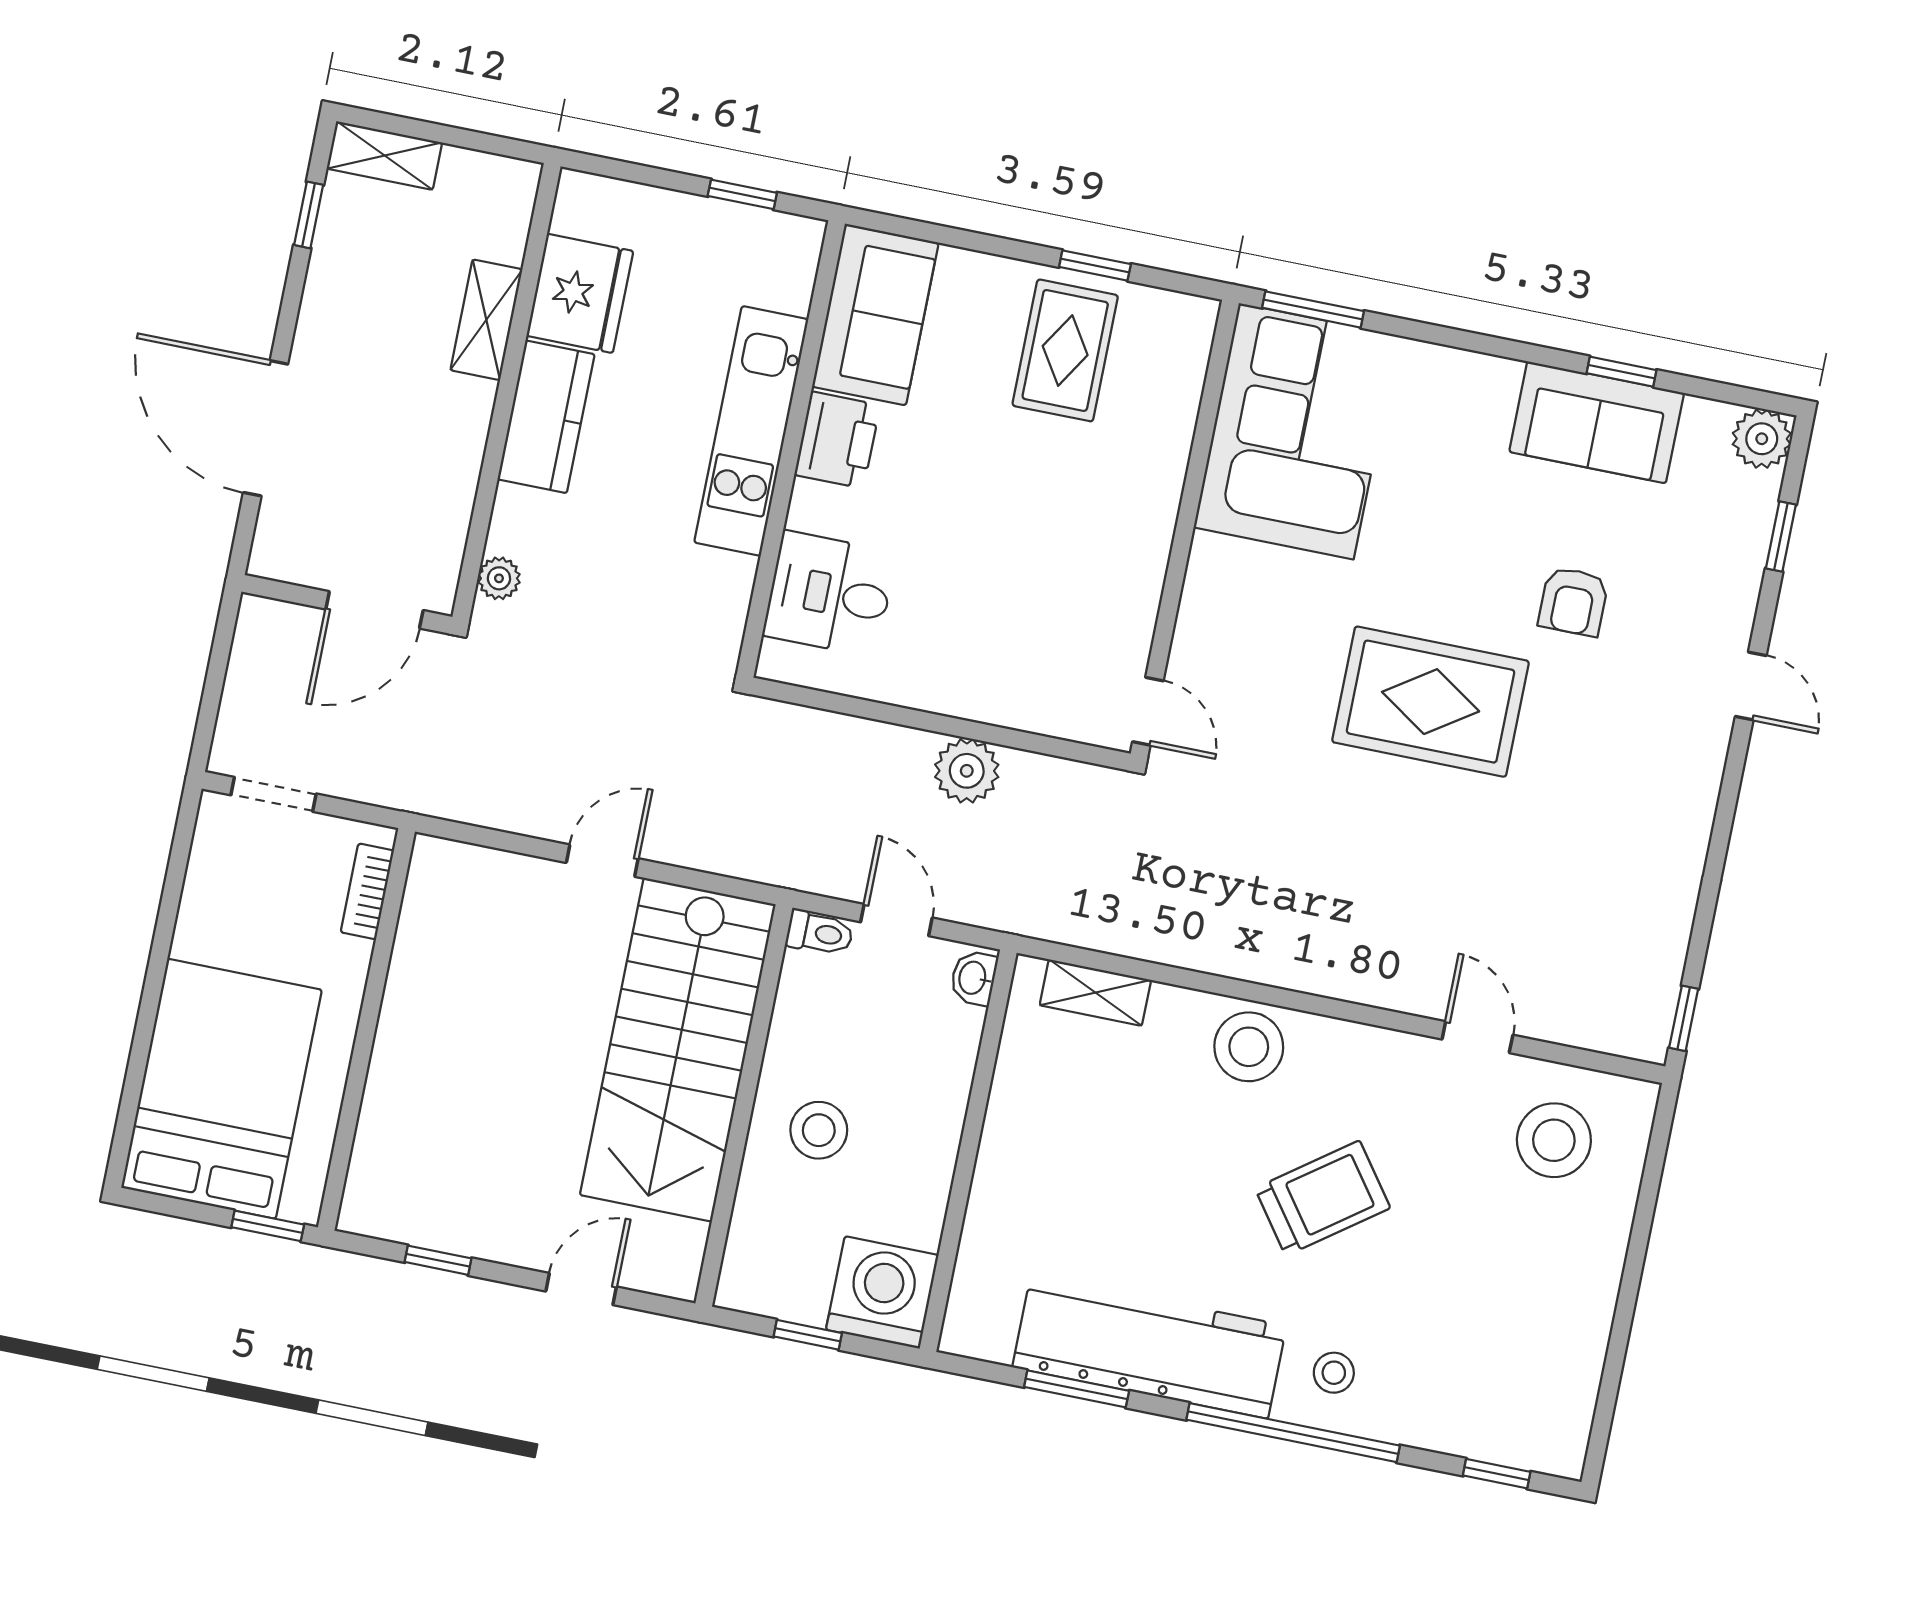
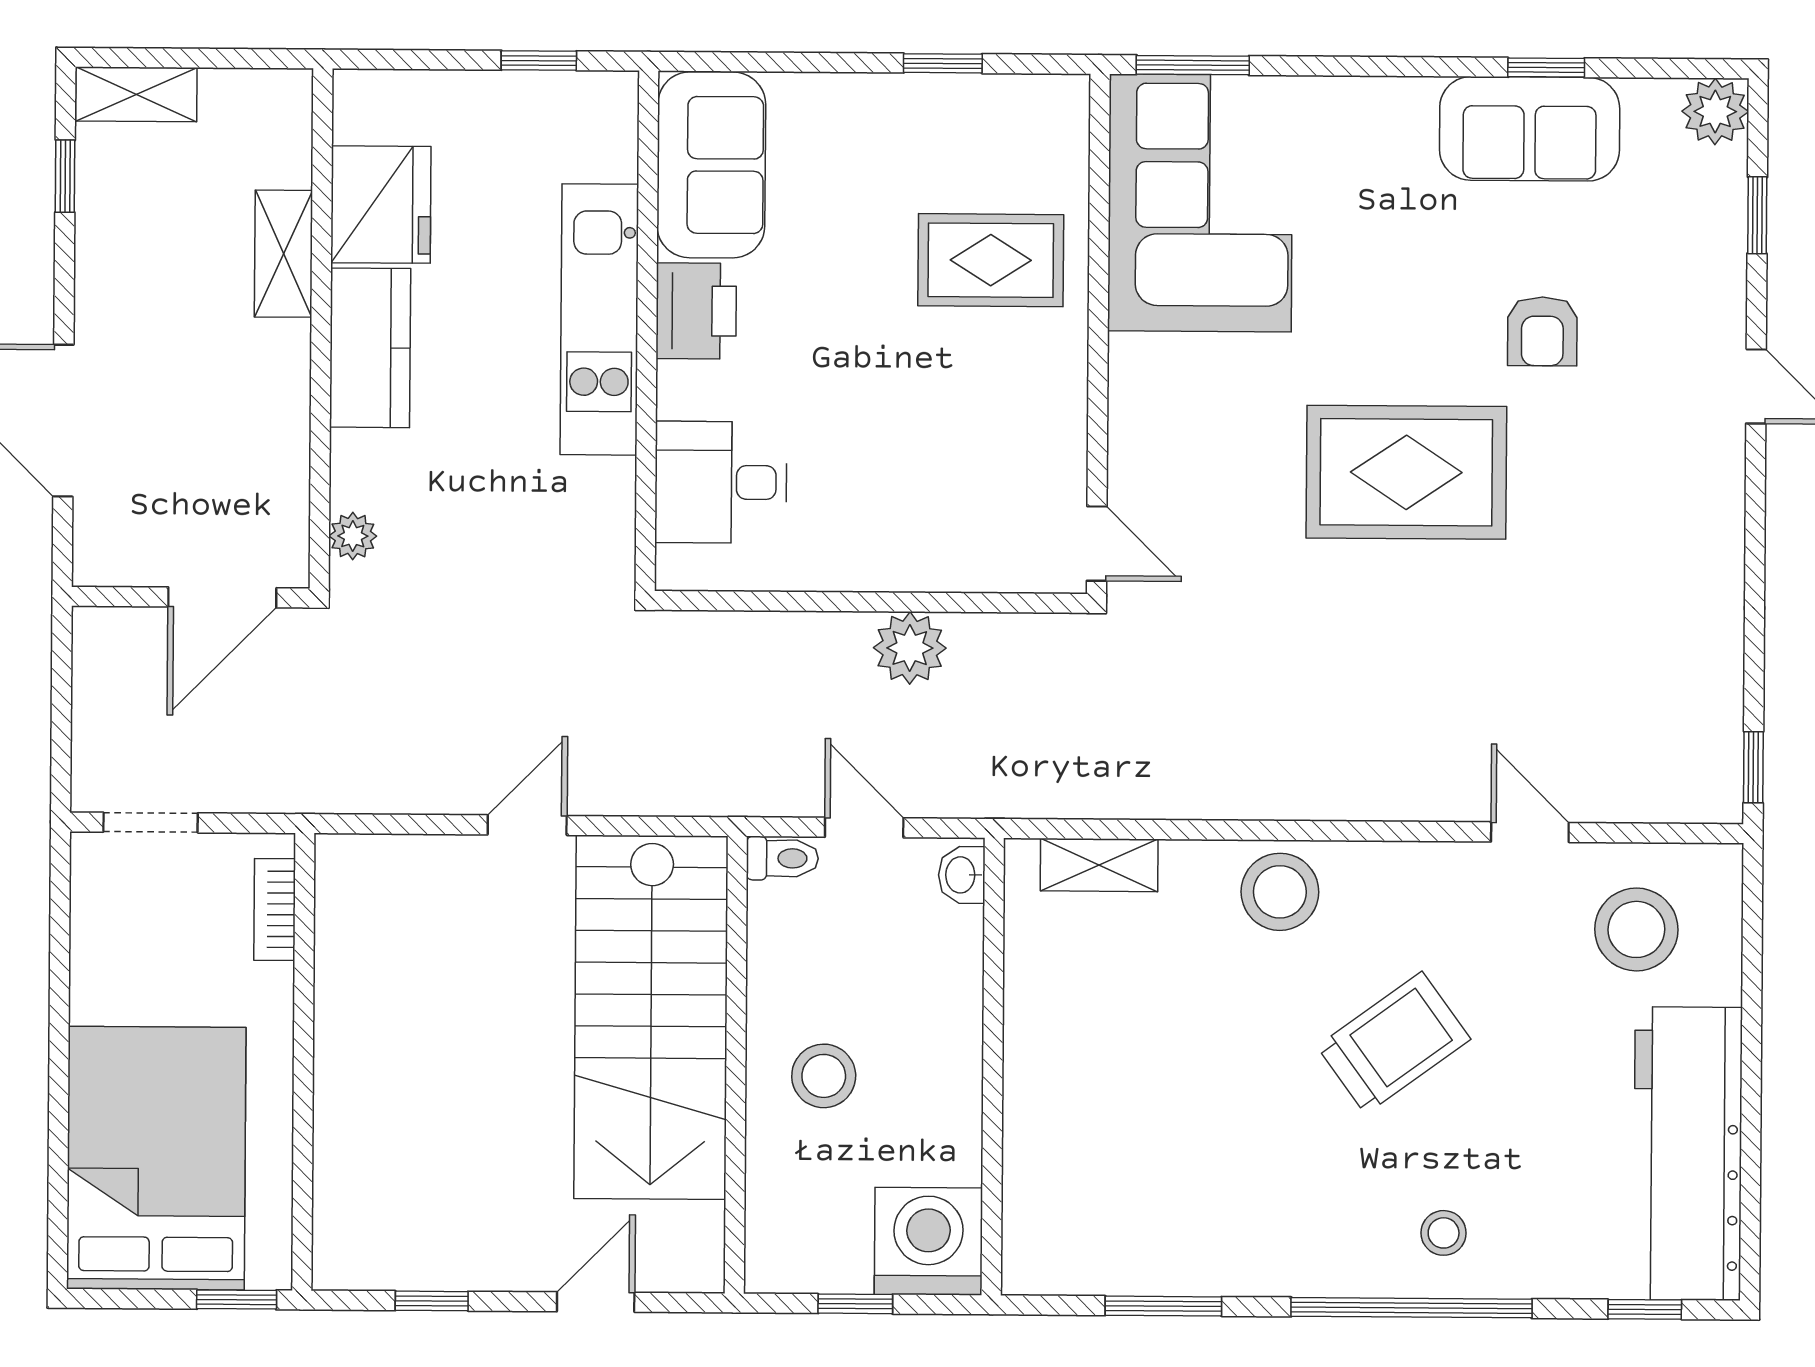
rug: (1065, 350) -> (991, 260), moved, turned 90
workbench: (1149, 1347) -> (1688, 1154), moved, turned -90

